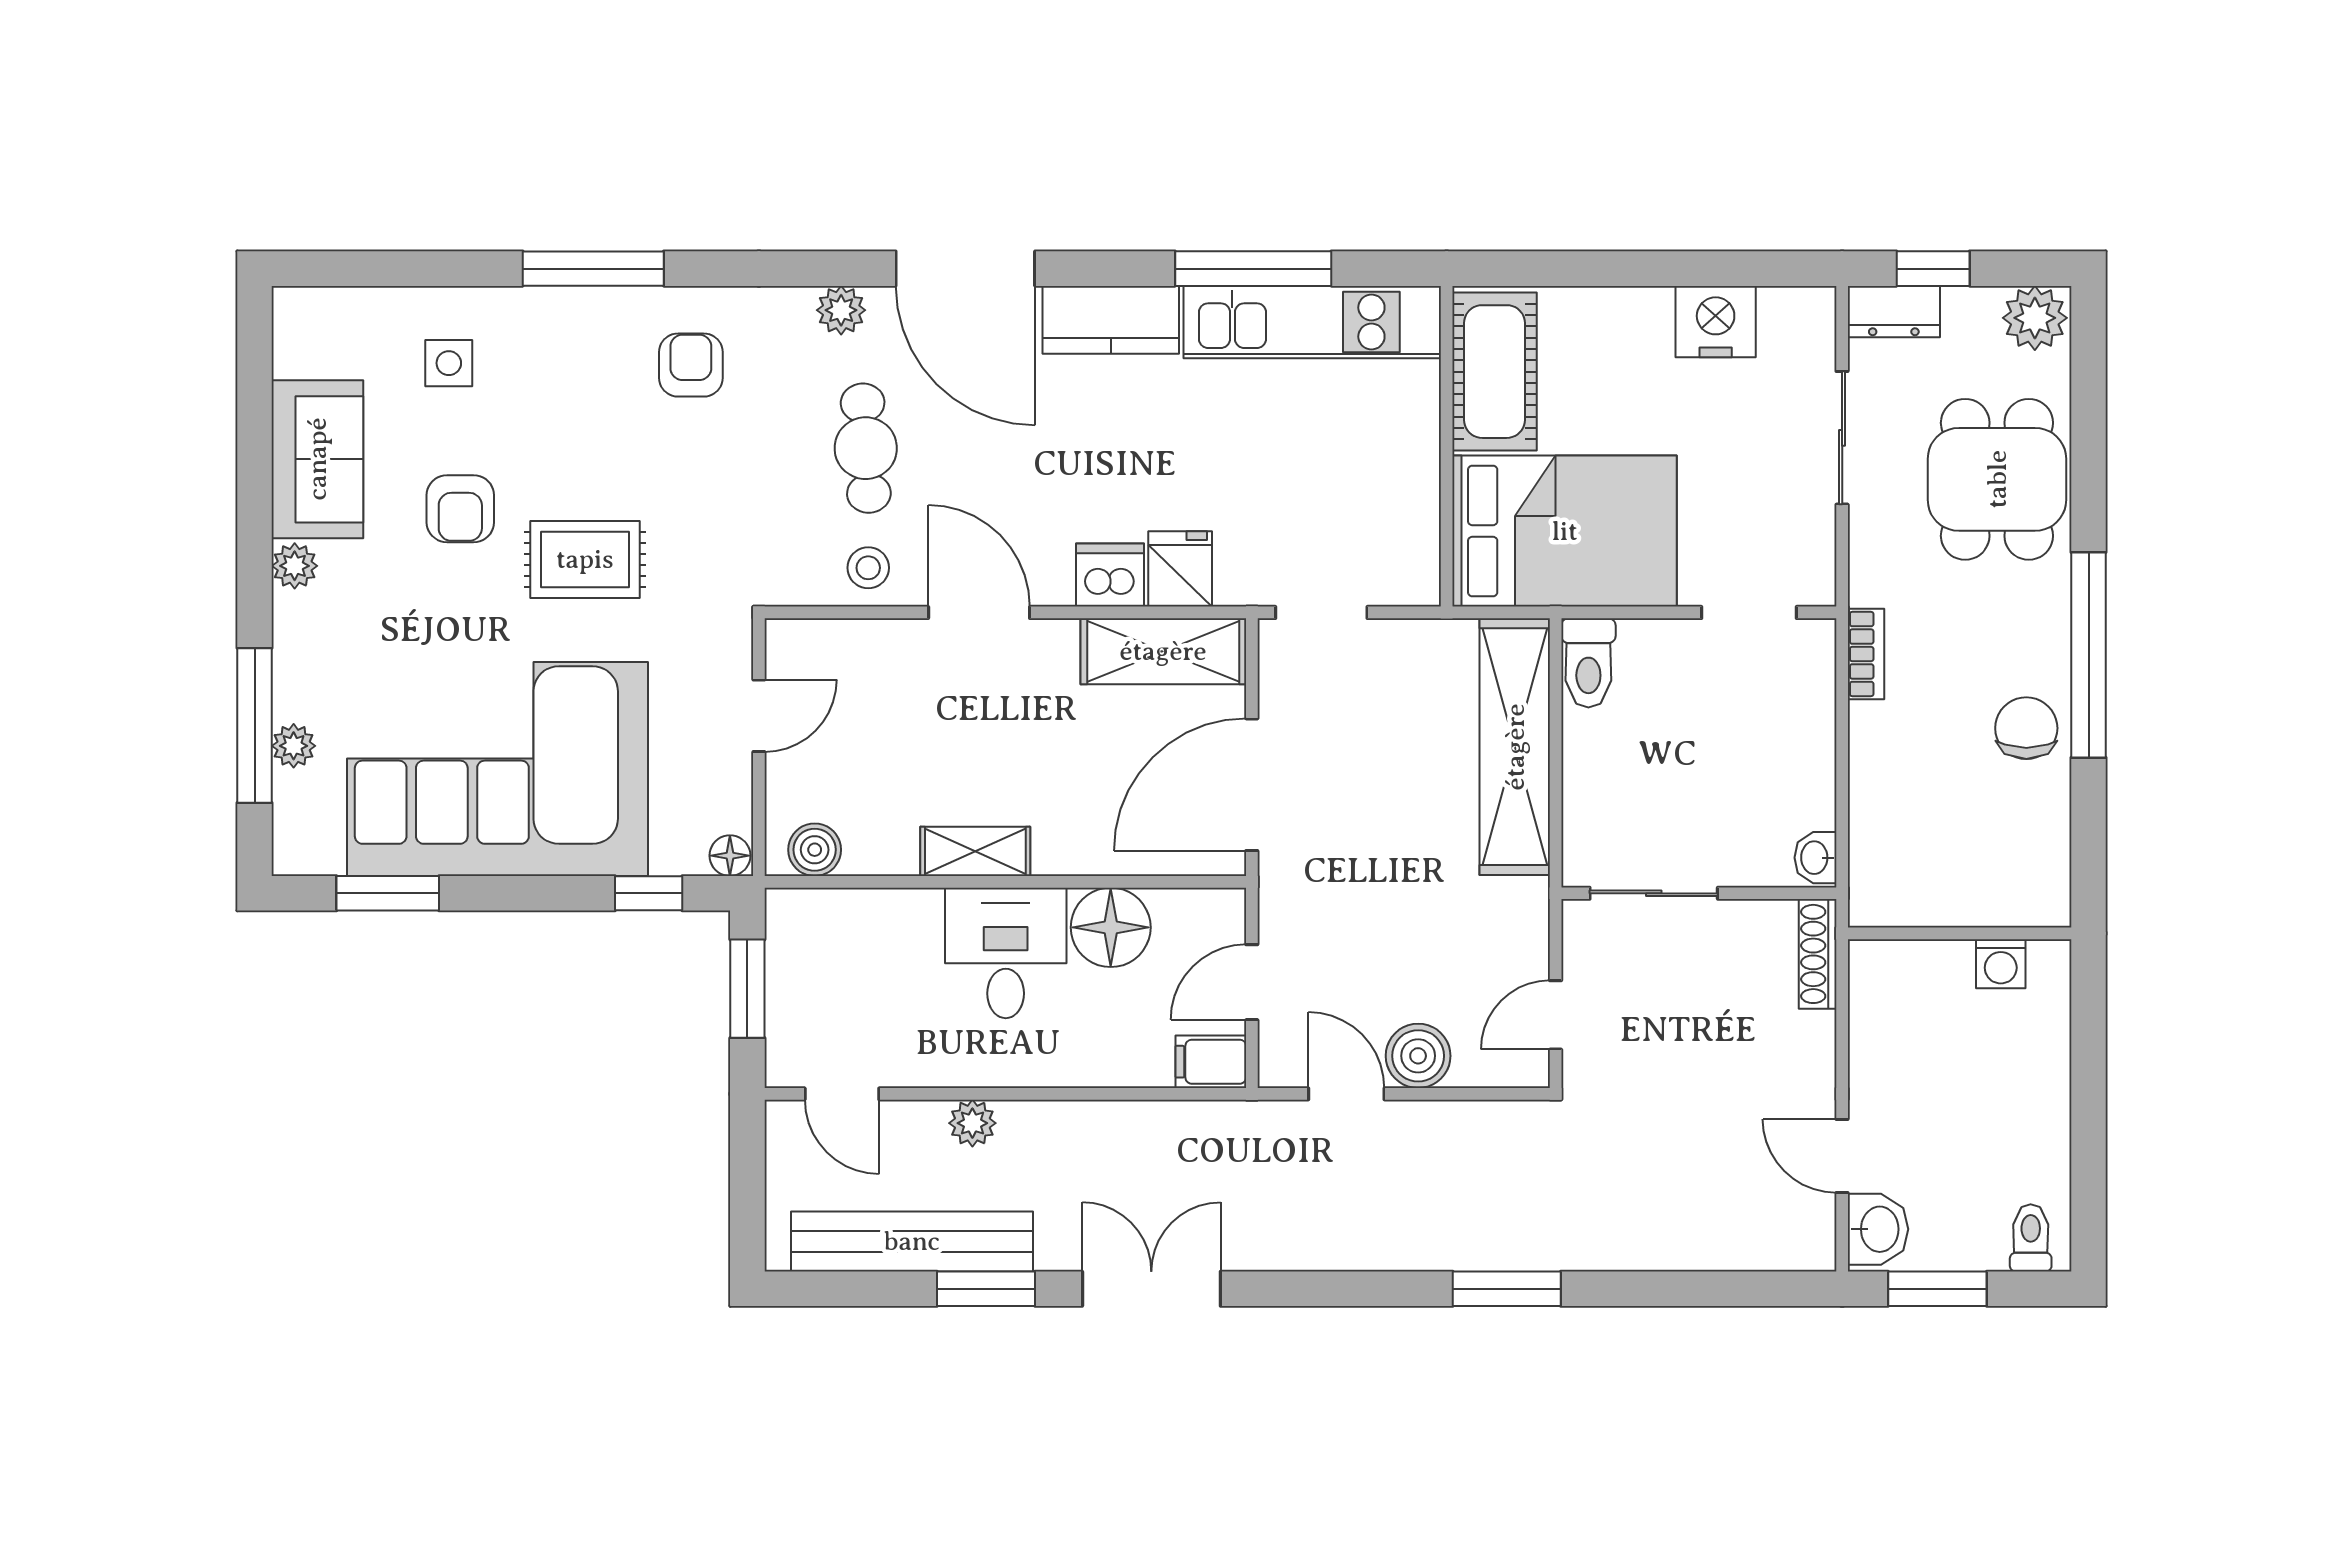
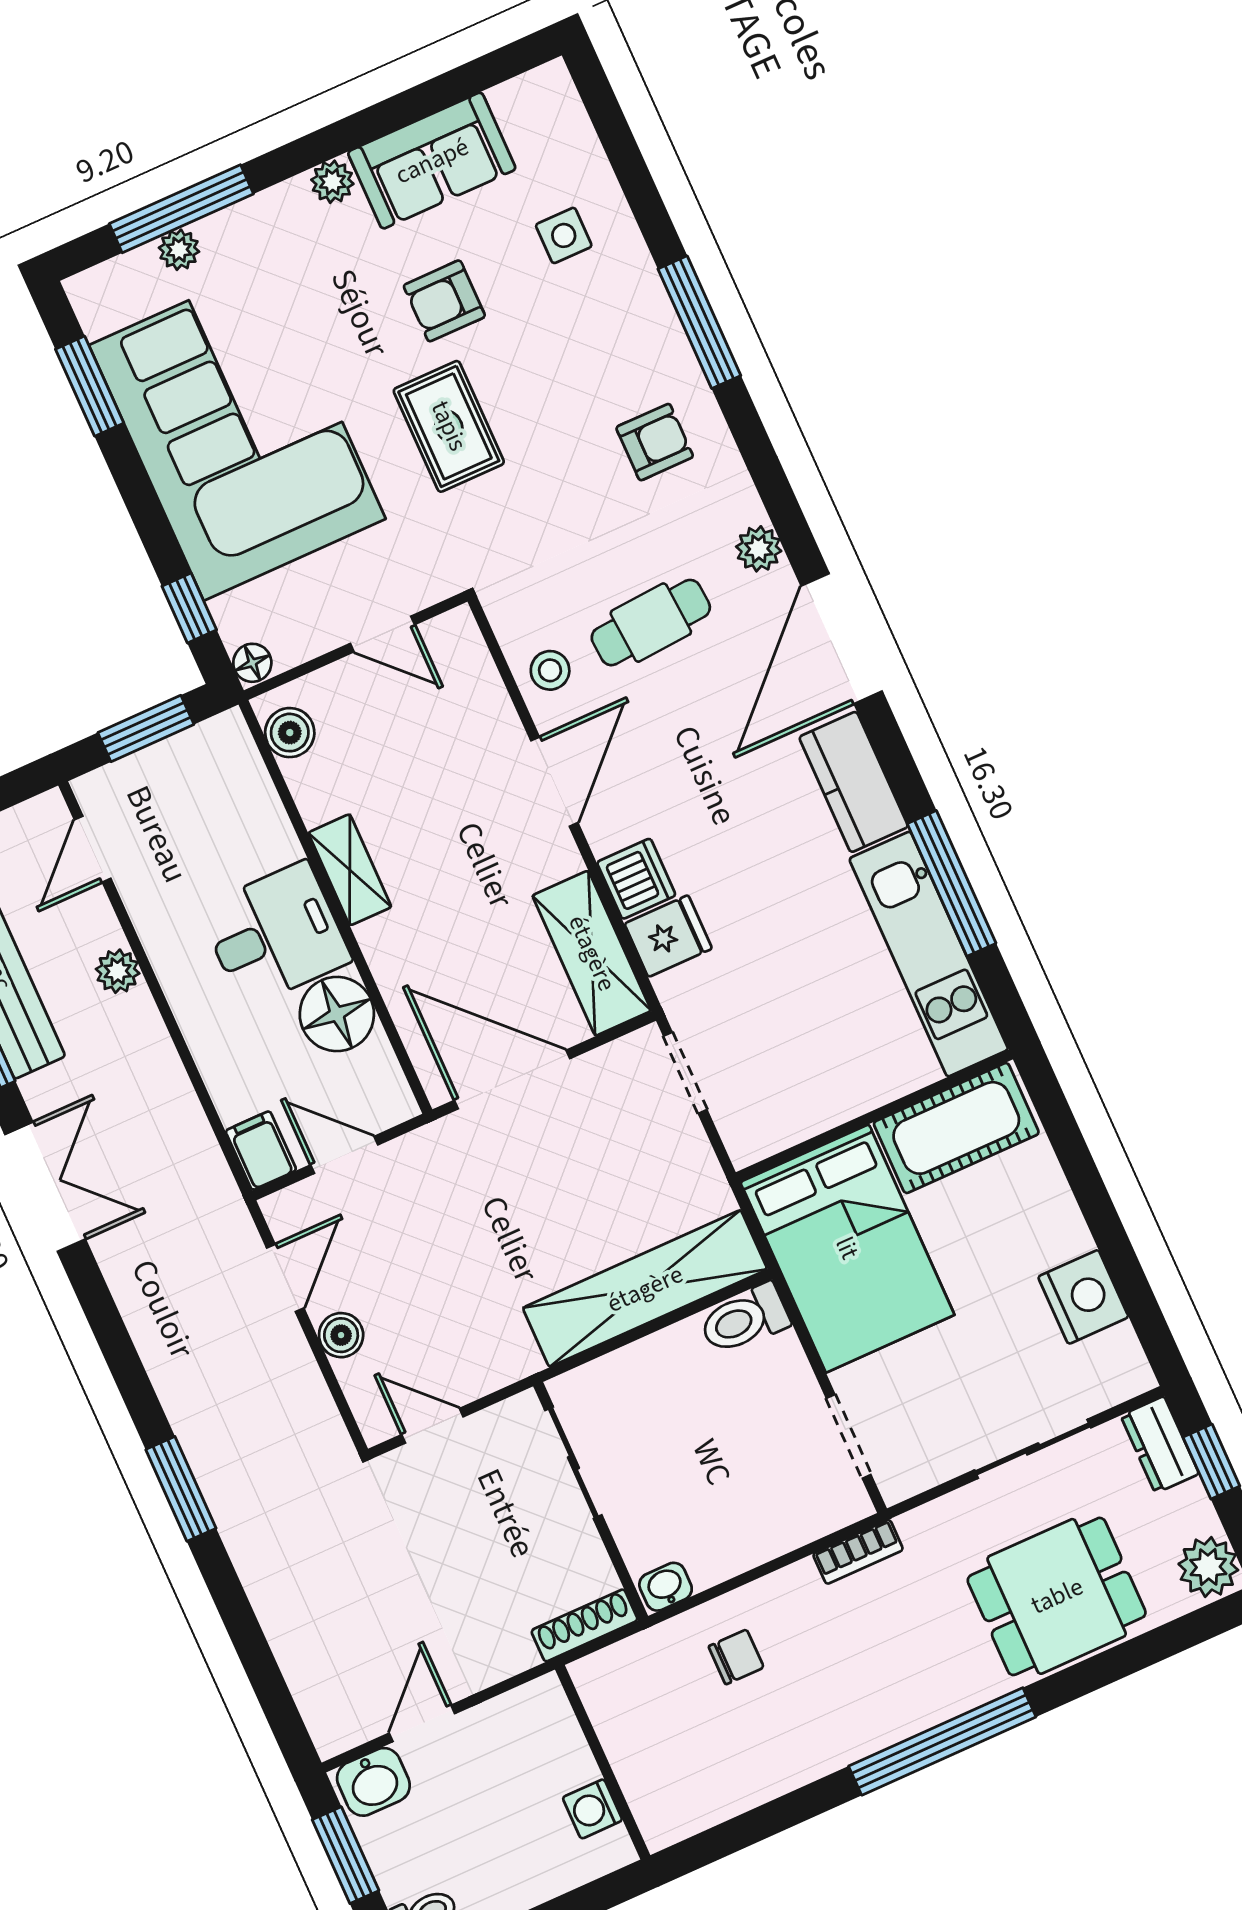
chair: (2026, 728) -> (736, 1657), moved, width x0.73, depth x0.73
wall: (1960, 933) -> (603, 1762), moved
washing machine: (2001, 964) -> (592, 1809), moved
boiler: (1418, 1056) -> (341, 1335), width x0.73, depth x0.73

